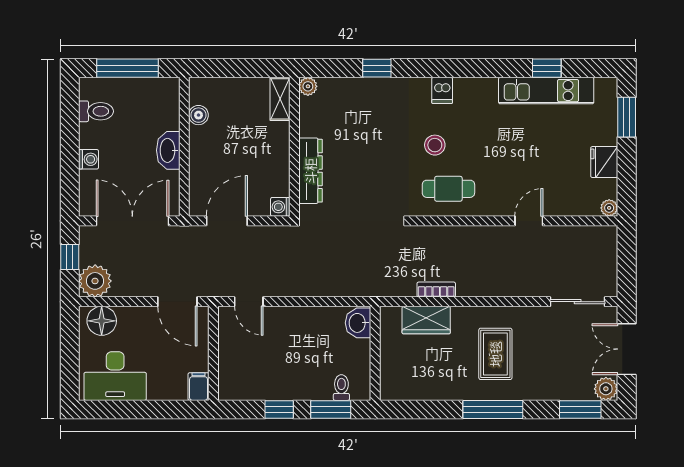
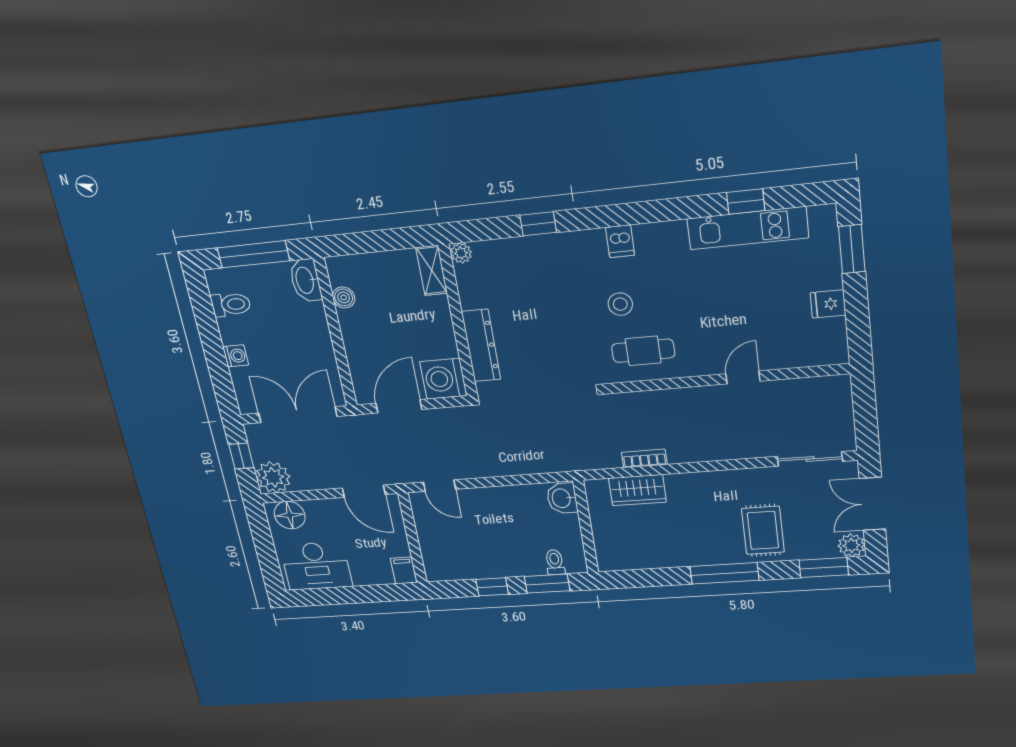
washbasin: (168, 150) -> (305, 280), moved
fridge: (604, 162) -> (828, 304), width x0.72
washing machine: (280, 207) -> (443, 379), width x1.89, depth x1.89
plant: (609, 208) -> (839, 355), removed
rug: (495, 354) -> (763, 530), moved

